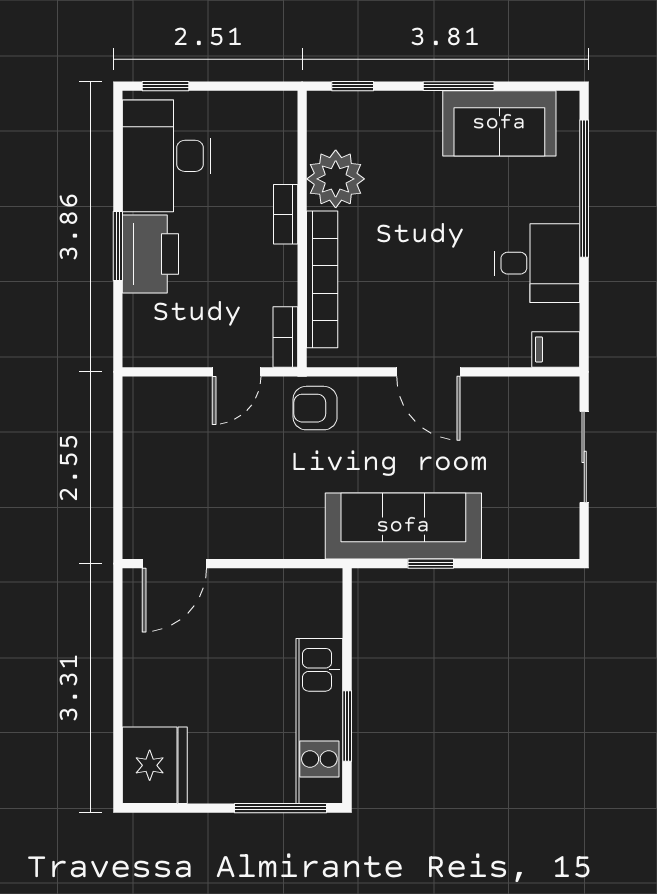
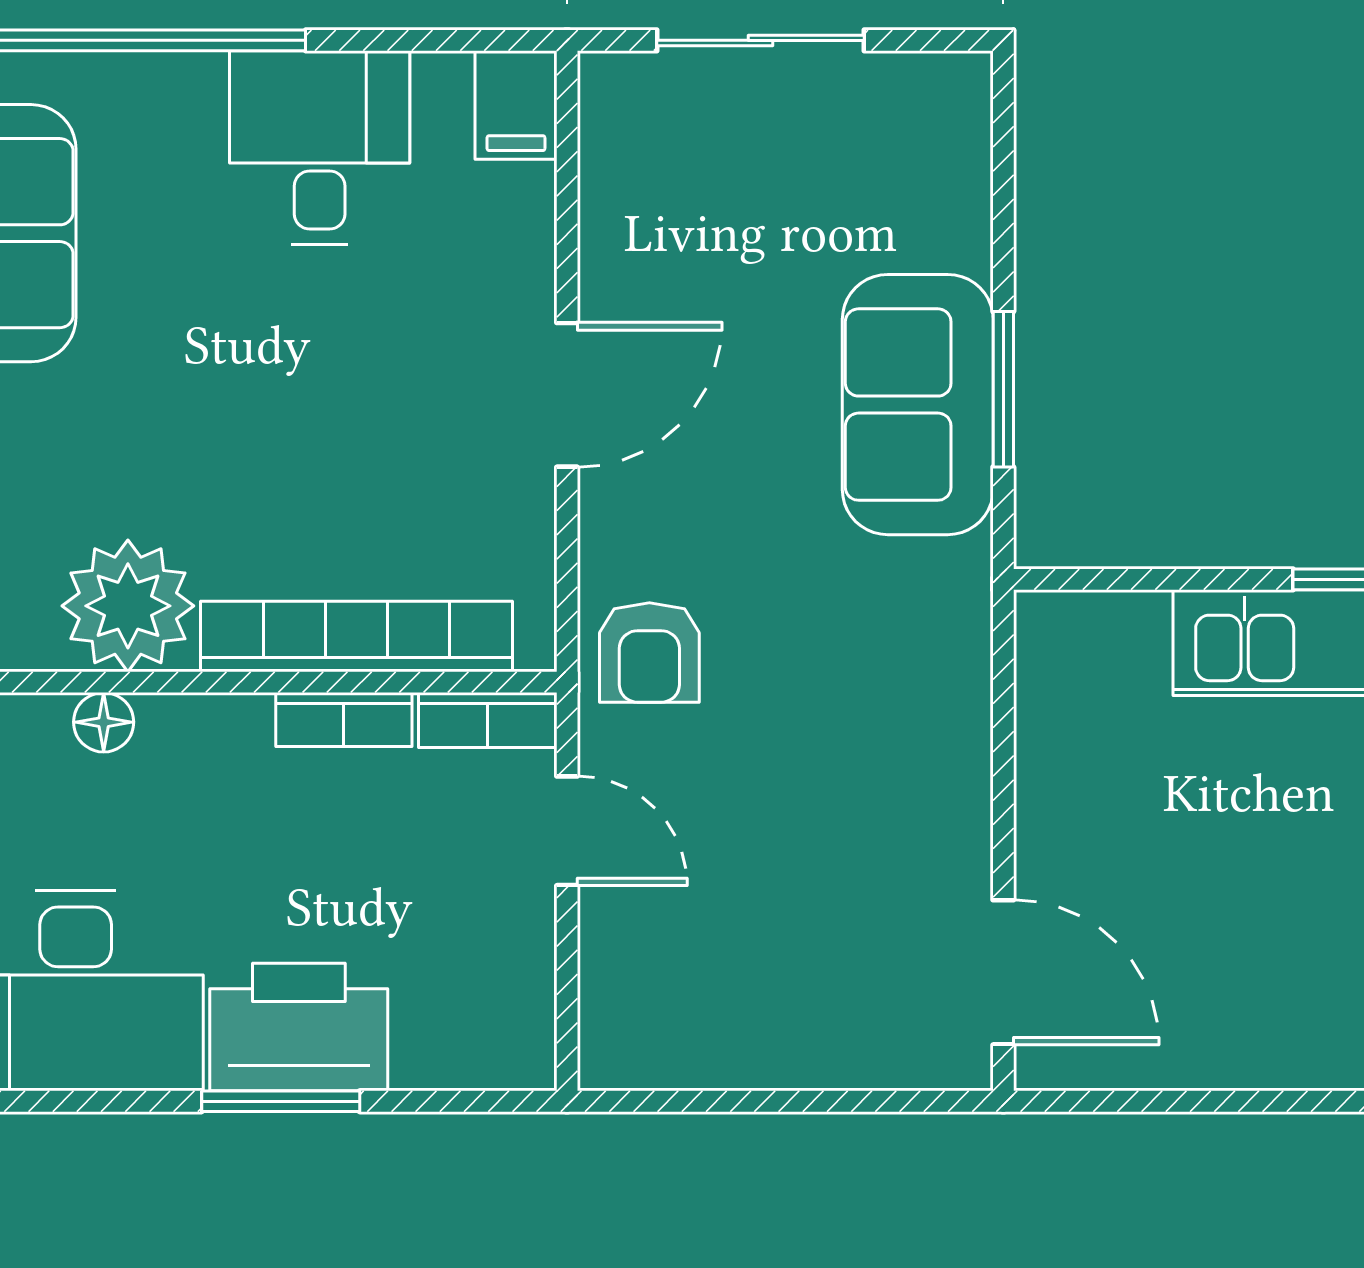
floor lamp: (284, 168) -> (104, 722), added
bookcase: (286, 214) -> (344, 719), moved
sofa: (403, 526) -> (918, 405), width x0.73
window: (431, 564) -> (1003, 389), width x1.50

